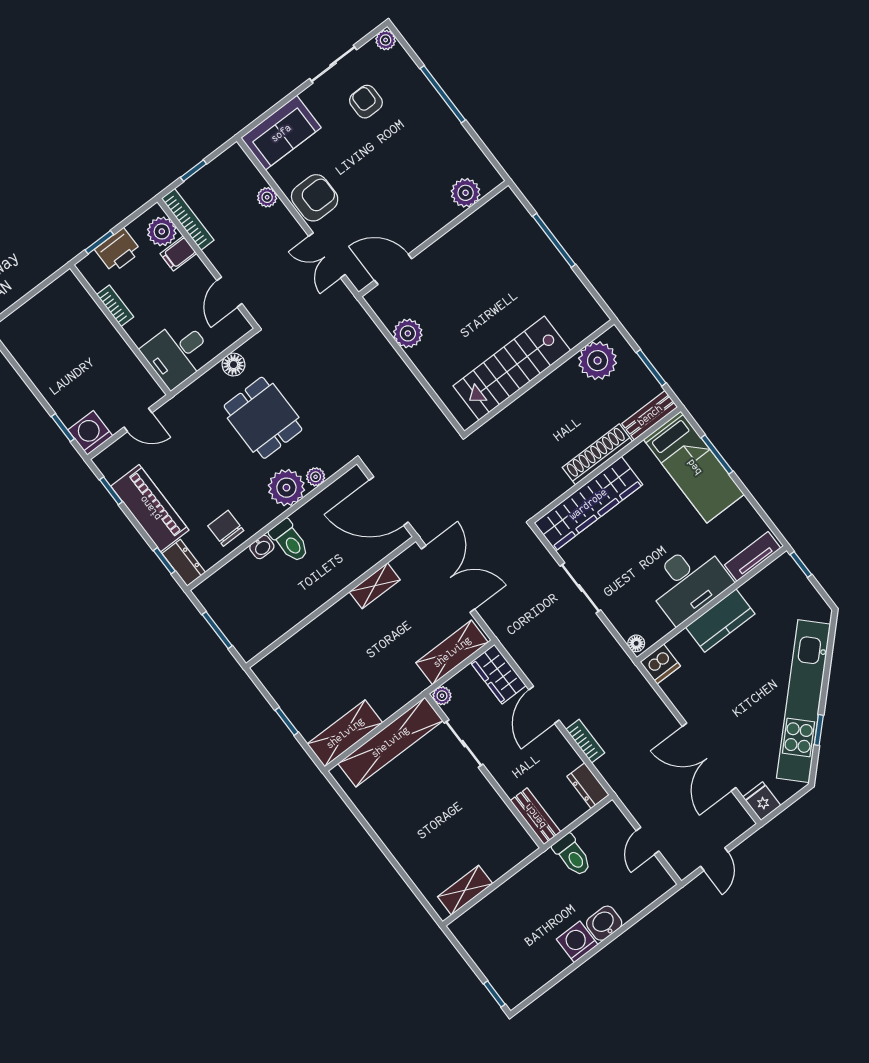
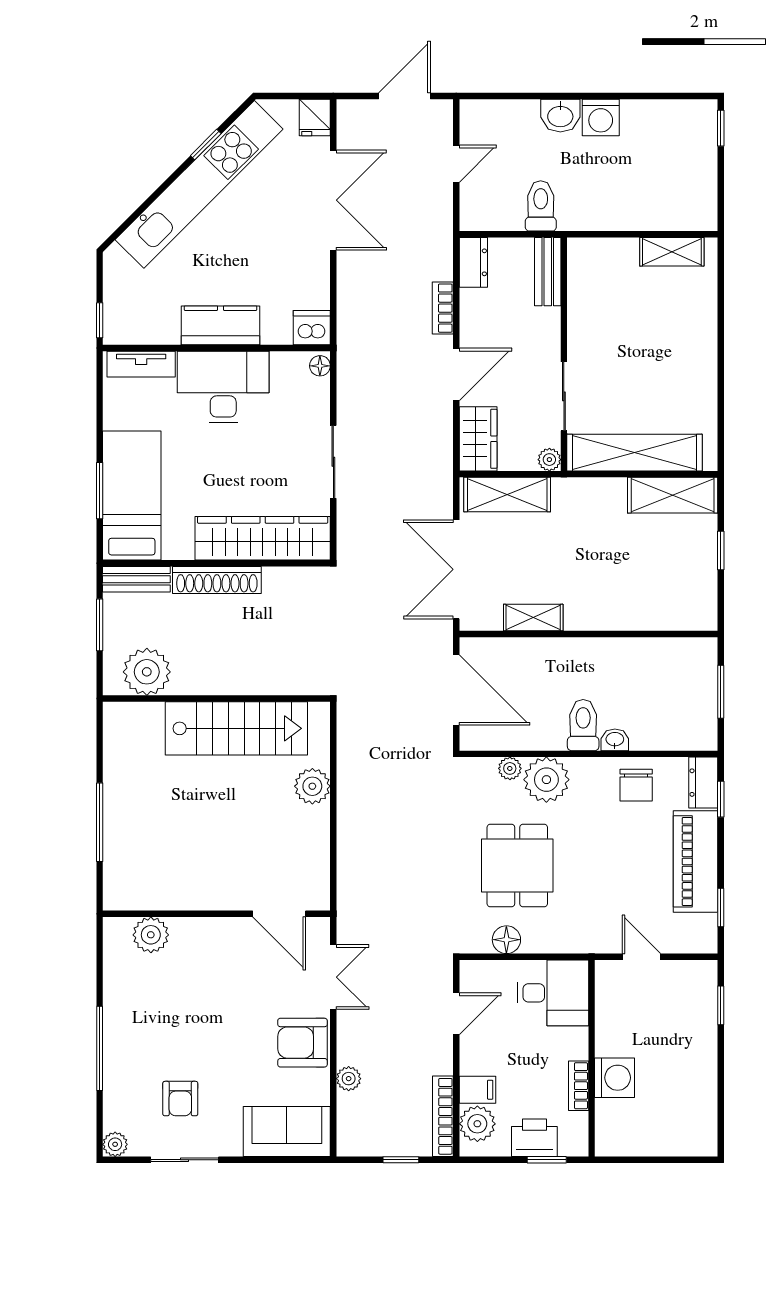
plant: (408, 333) -> (312, 786), moved
washing machine: (90, 433) -> (614, 1078), moved, turned -90
door: (714, 859) -> (405, 96), width x1.38

